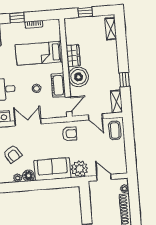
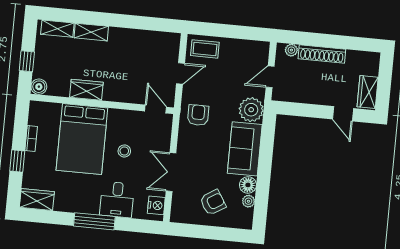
bed: (39, 53) -> (82, 139), width x1.50
boiler: (78, 77) -> (39, 87), moved, width x0.54, depth x0.54
window: (124, 80) -> (134, 22), removed
cot: (58, 85) -> (125, 119), removed
shelving: (116, 102) -> (91, 32), moved

